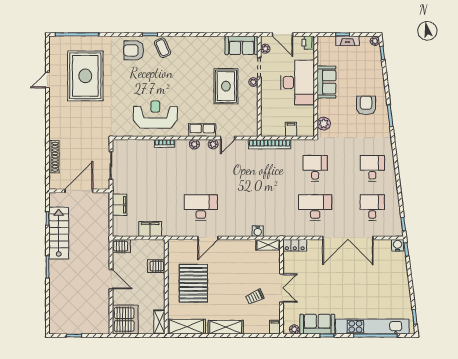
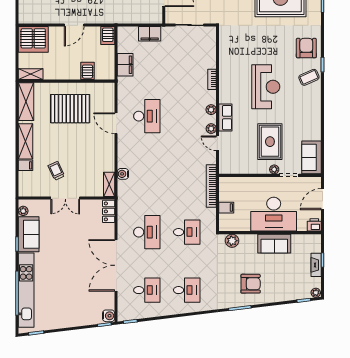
plant: (265, 49) -> (308, 181), removed
rug: (226, 86) -> (270, 142), turned 90
reception desk: (155, 114) -> (266, 87), moved
filing cabinet: (275, 327) -> (26, 165), moved

